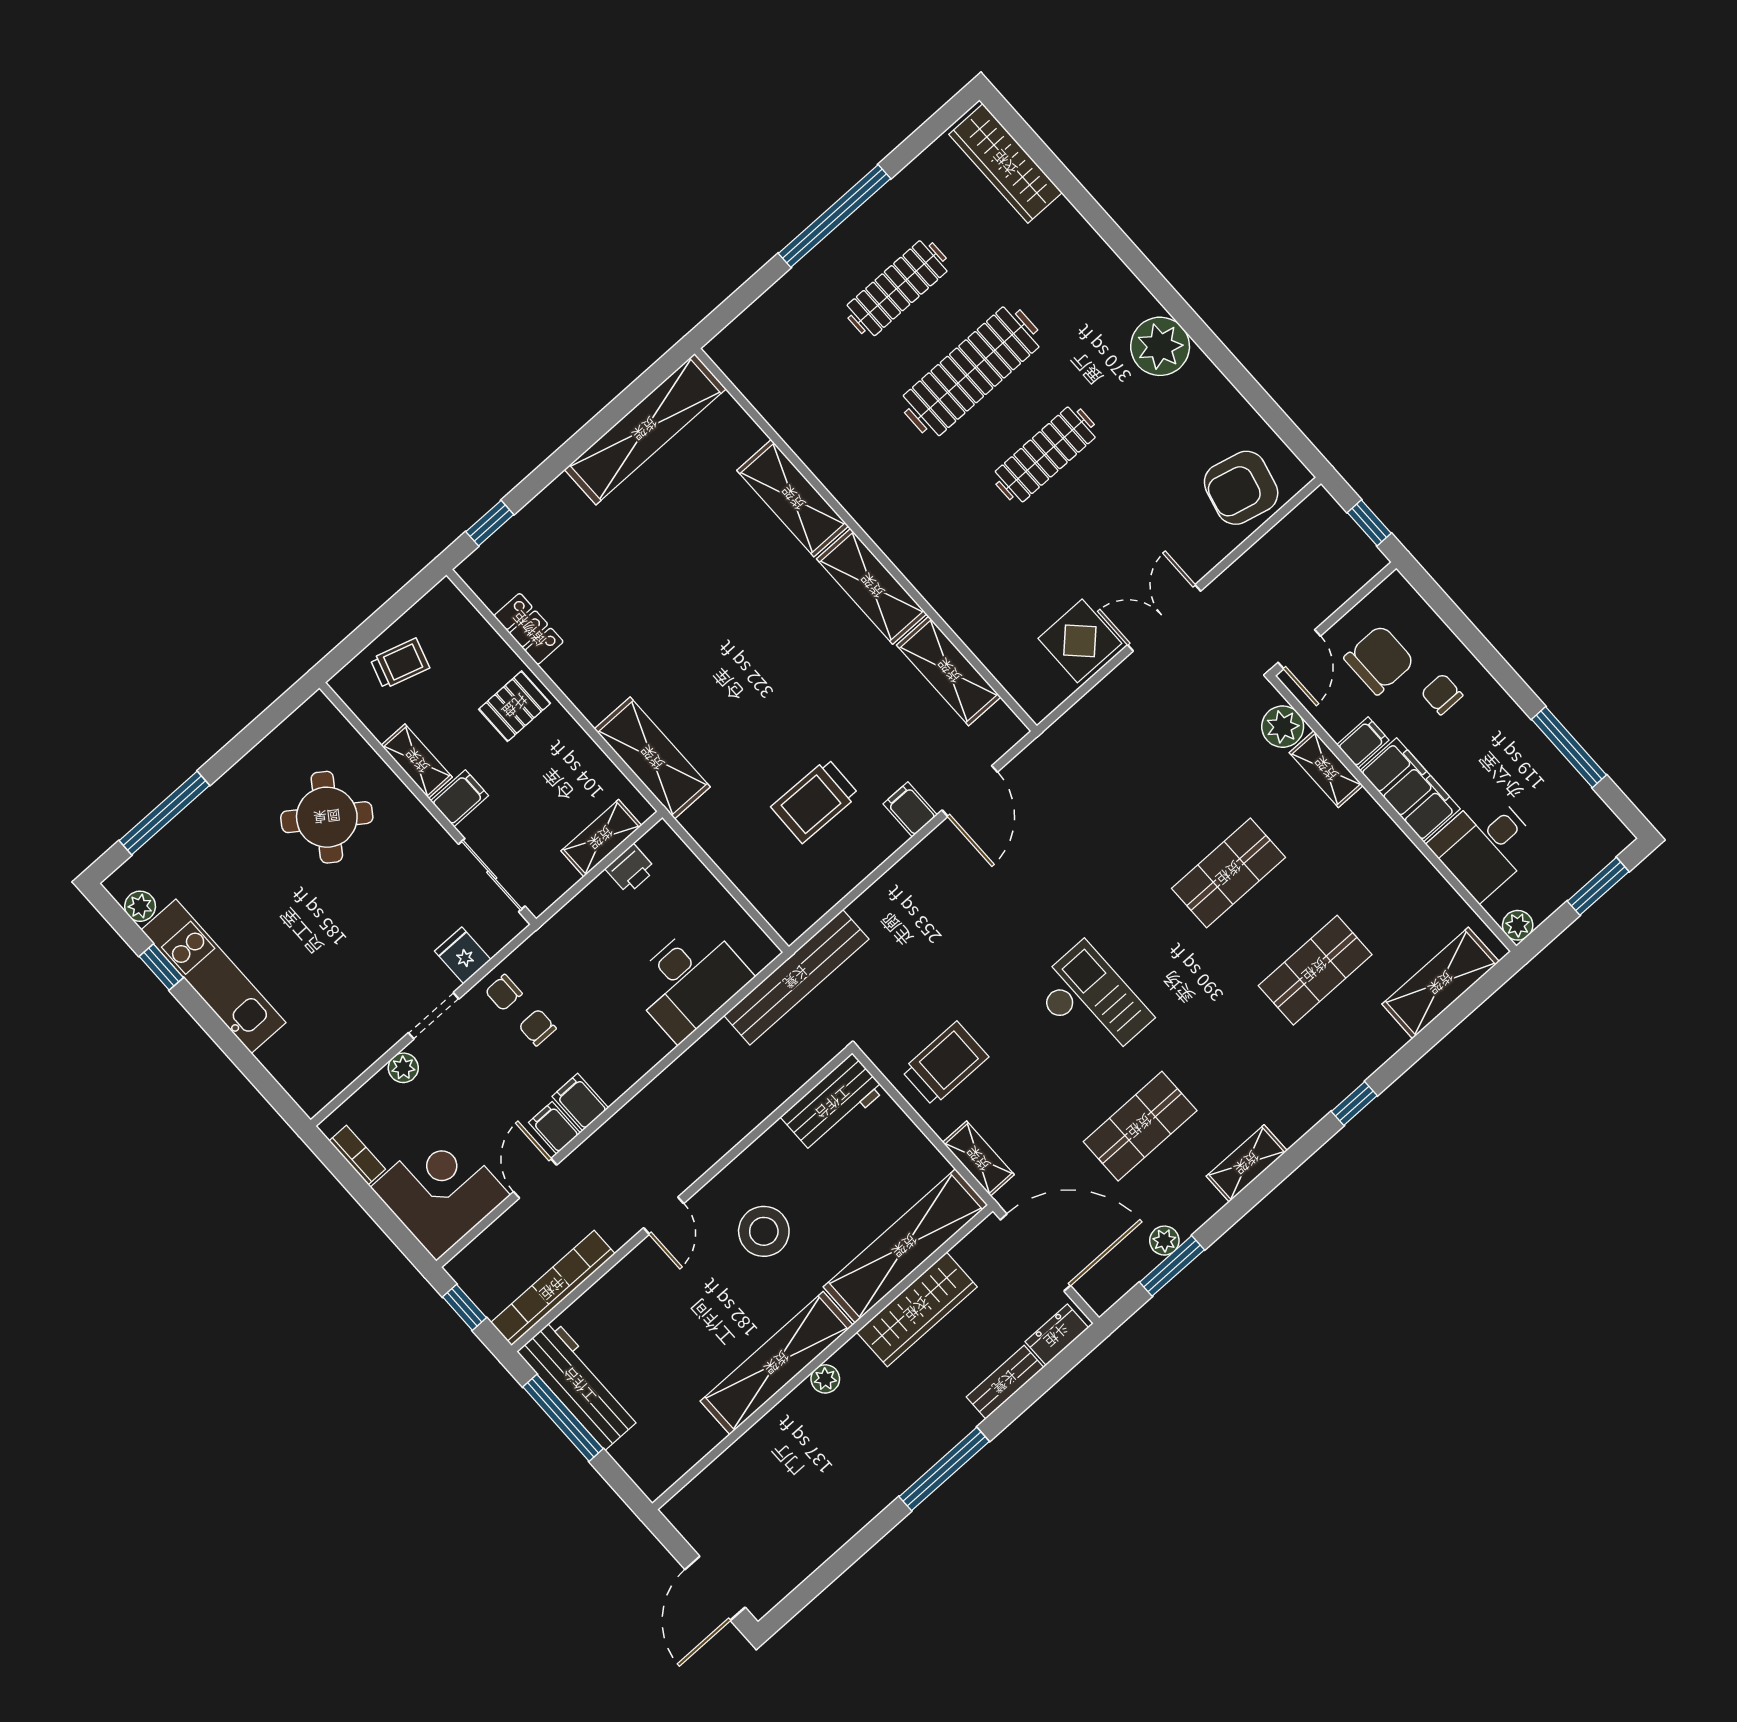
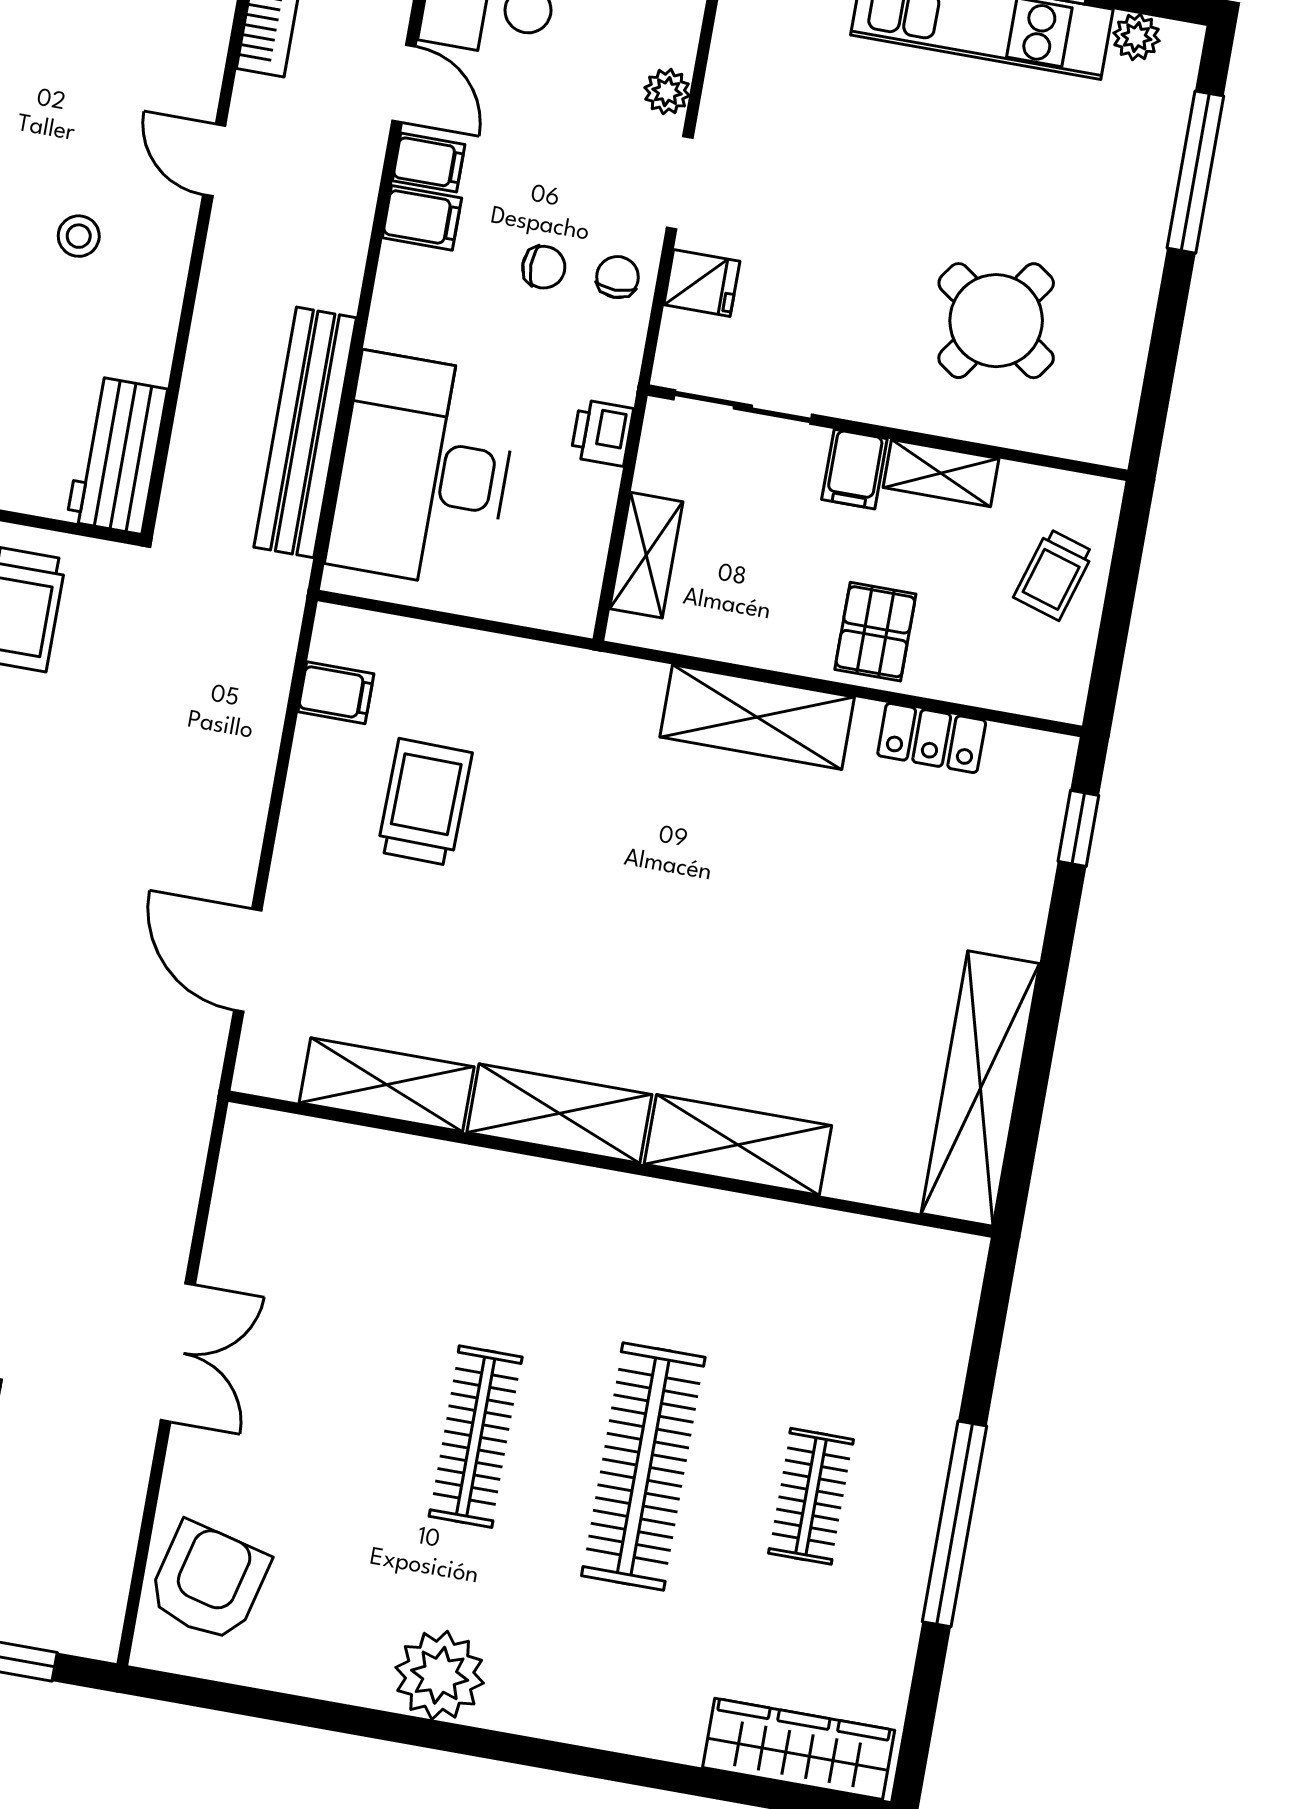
clothes rail: (897, 288) -> (811, 1496), width x0.73
display table: (1080, 641) -> (258, 1245), removed
shelving: (652, 758) -> (757, 717), moved
filing cabinet: (910, 809) -> (336, 693), moved
printer: (631, 869) -> (602, 433), moved
bench: (796, 977) -> (305, 432), moved
desk: (690, 981) -> (424, 471), width x1.36, depth x1.30
stool: (764, 1231) -> (79, 236), width x0.53, depth x0.53

